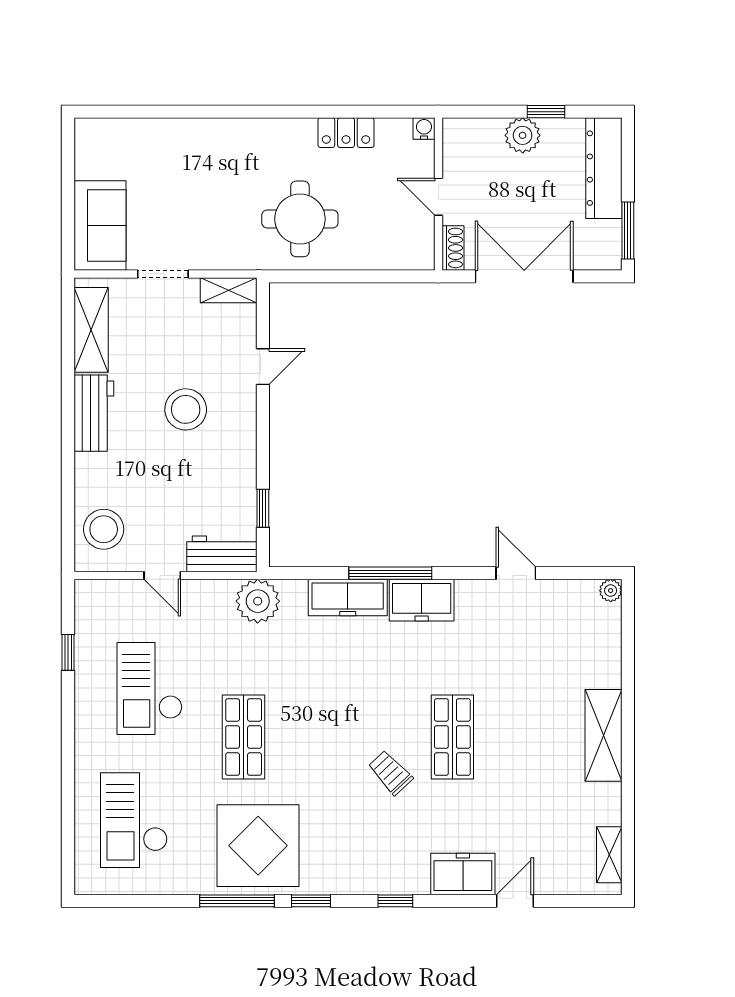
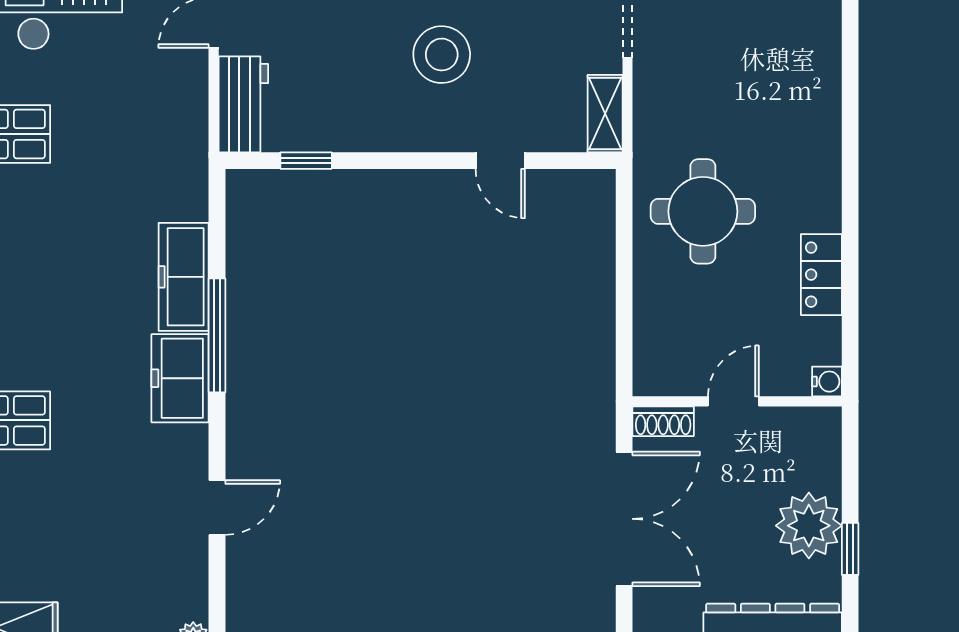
plant: (523, 135) -> (809, 526), width x1.36, depth x1.36
plant: (258, 601) -> (179, 153), removed

